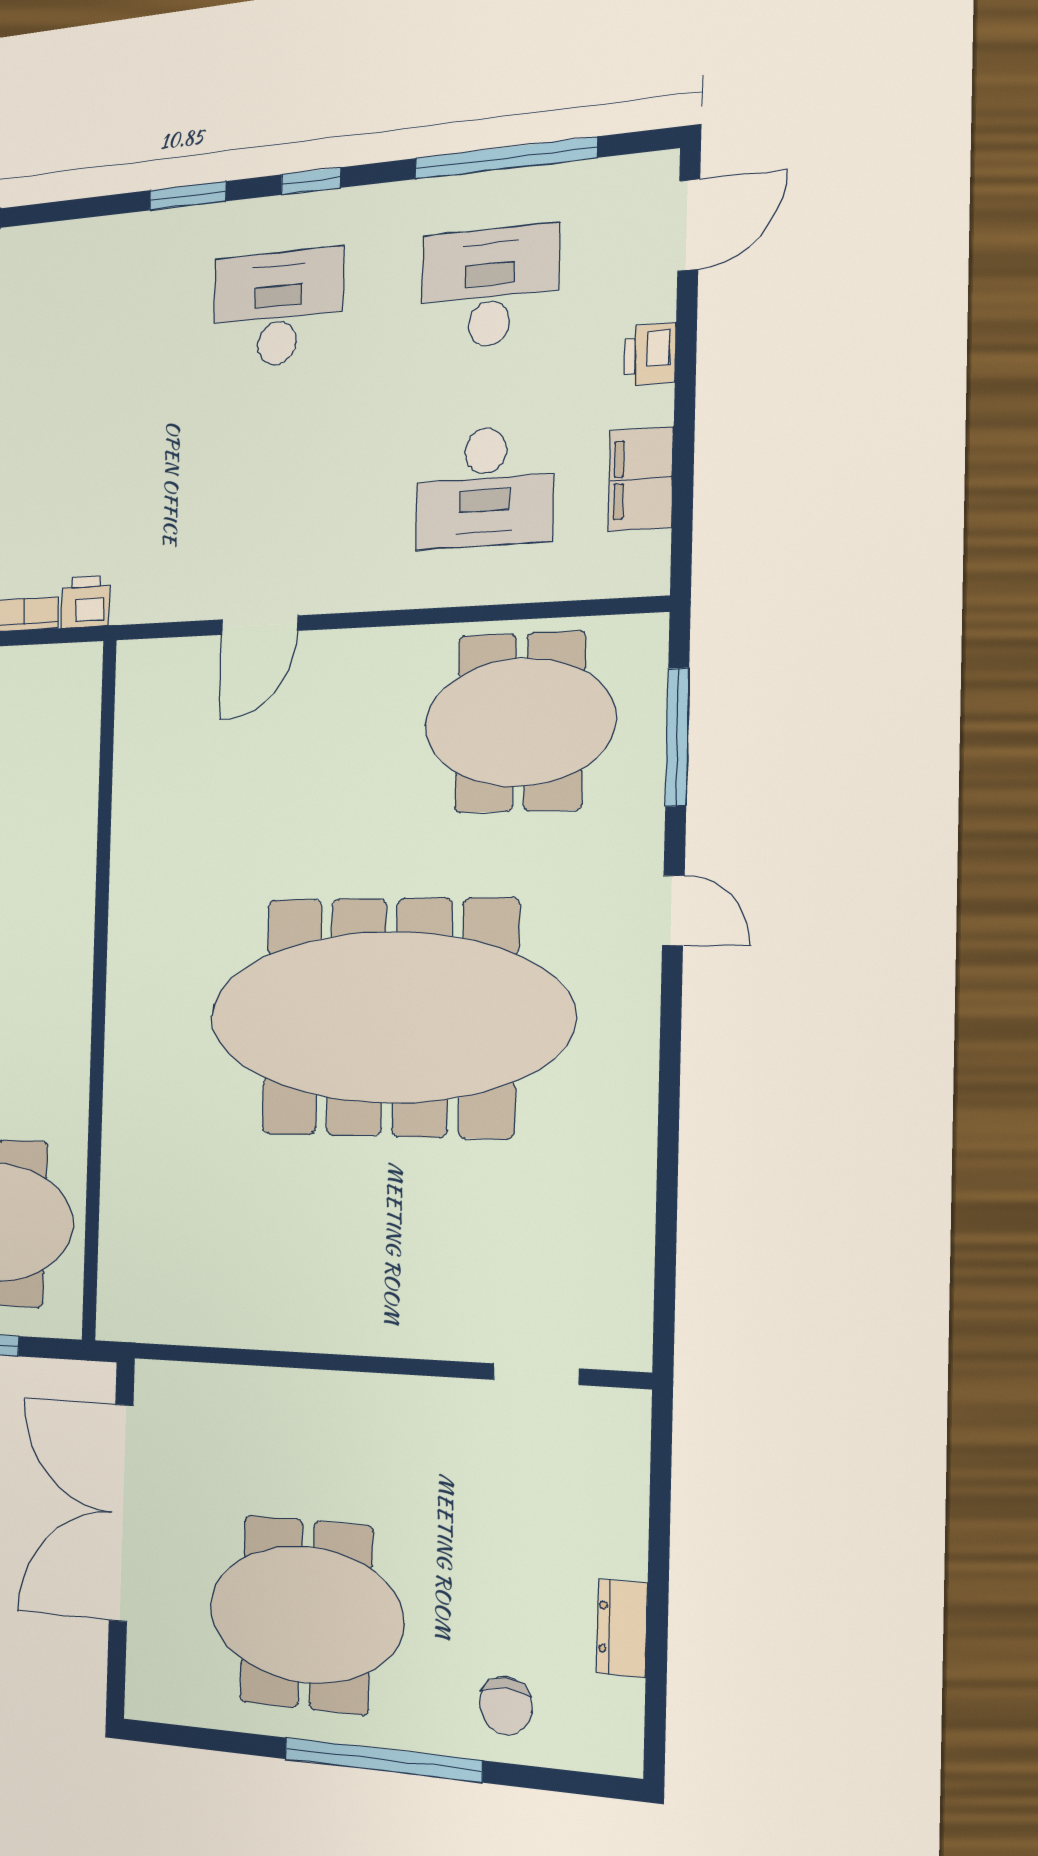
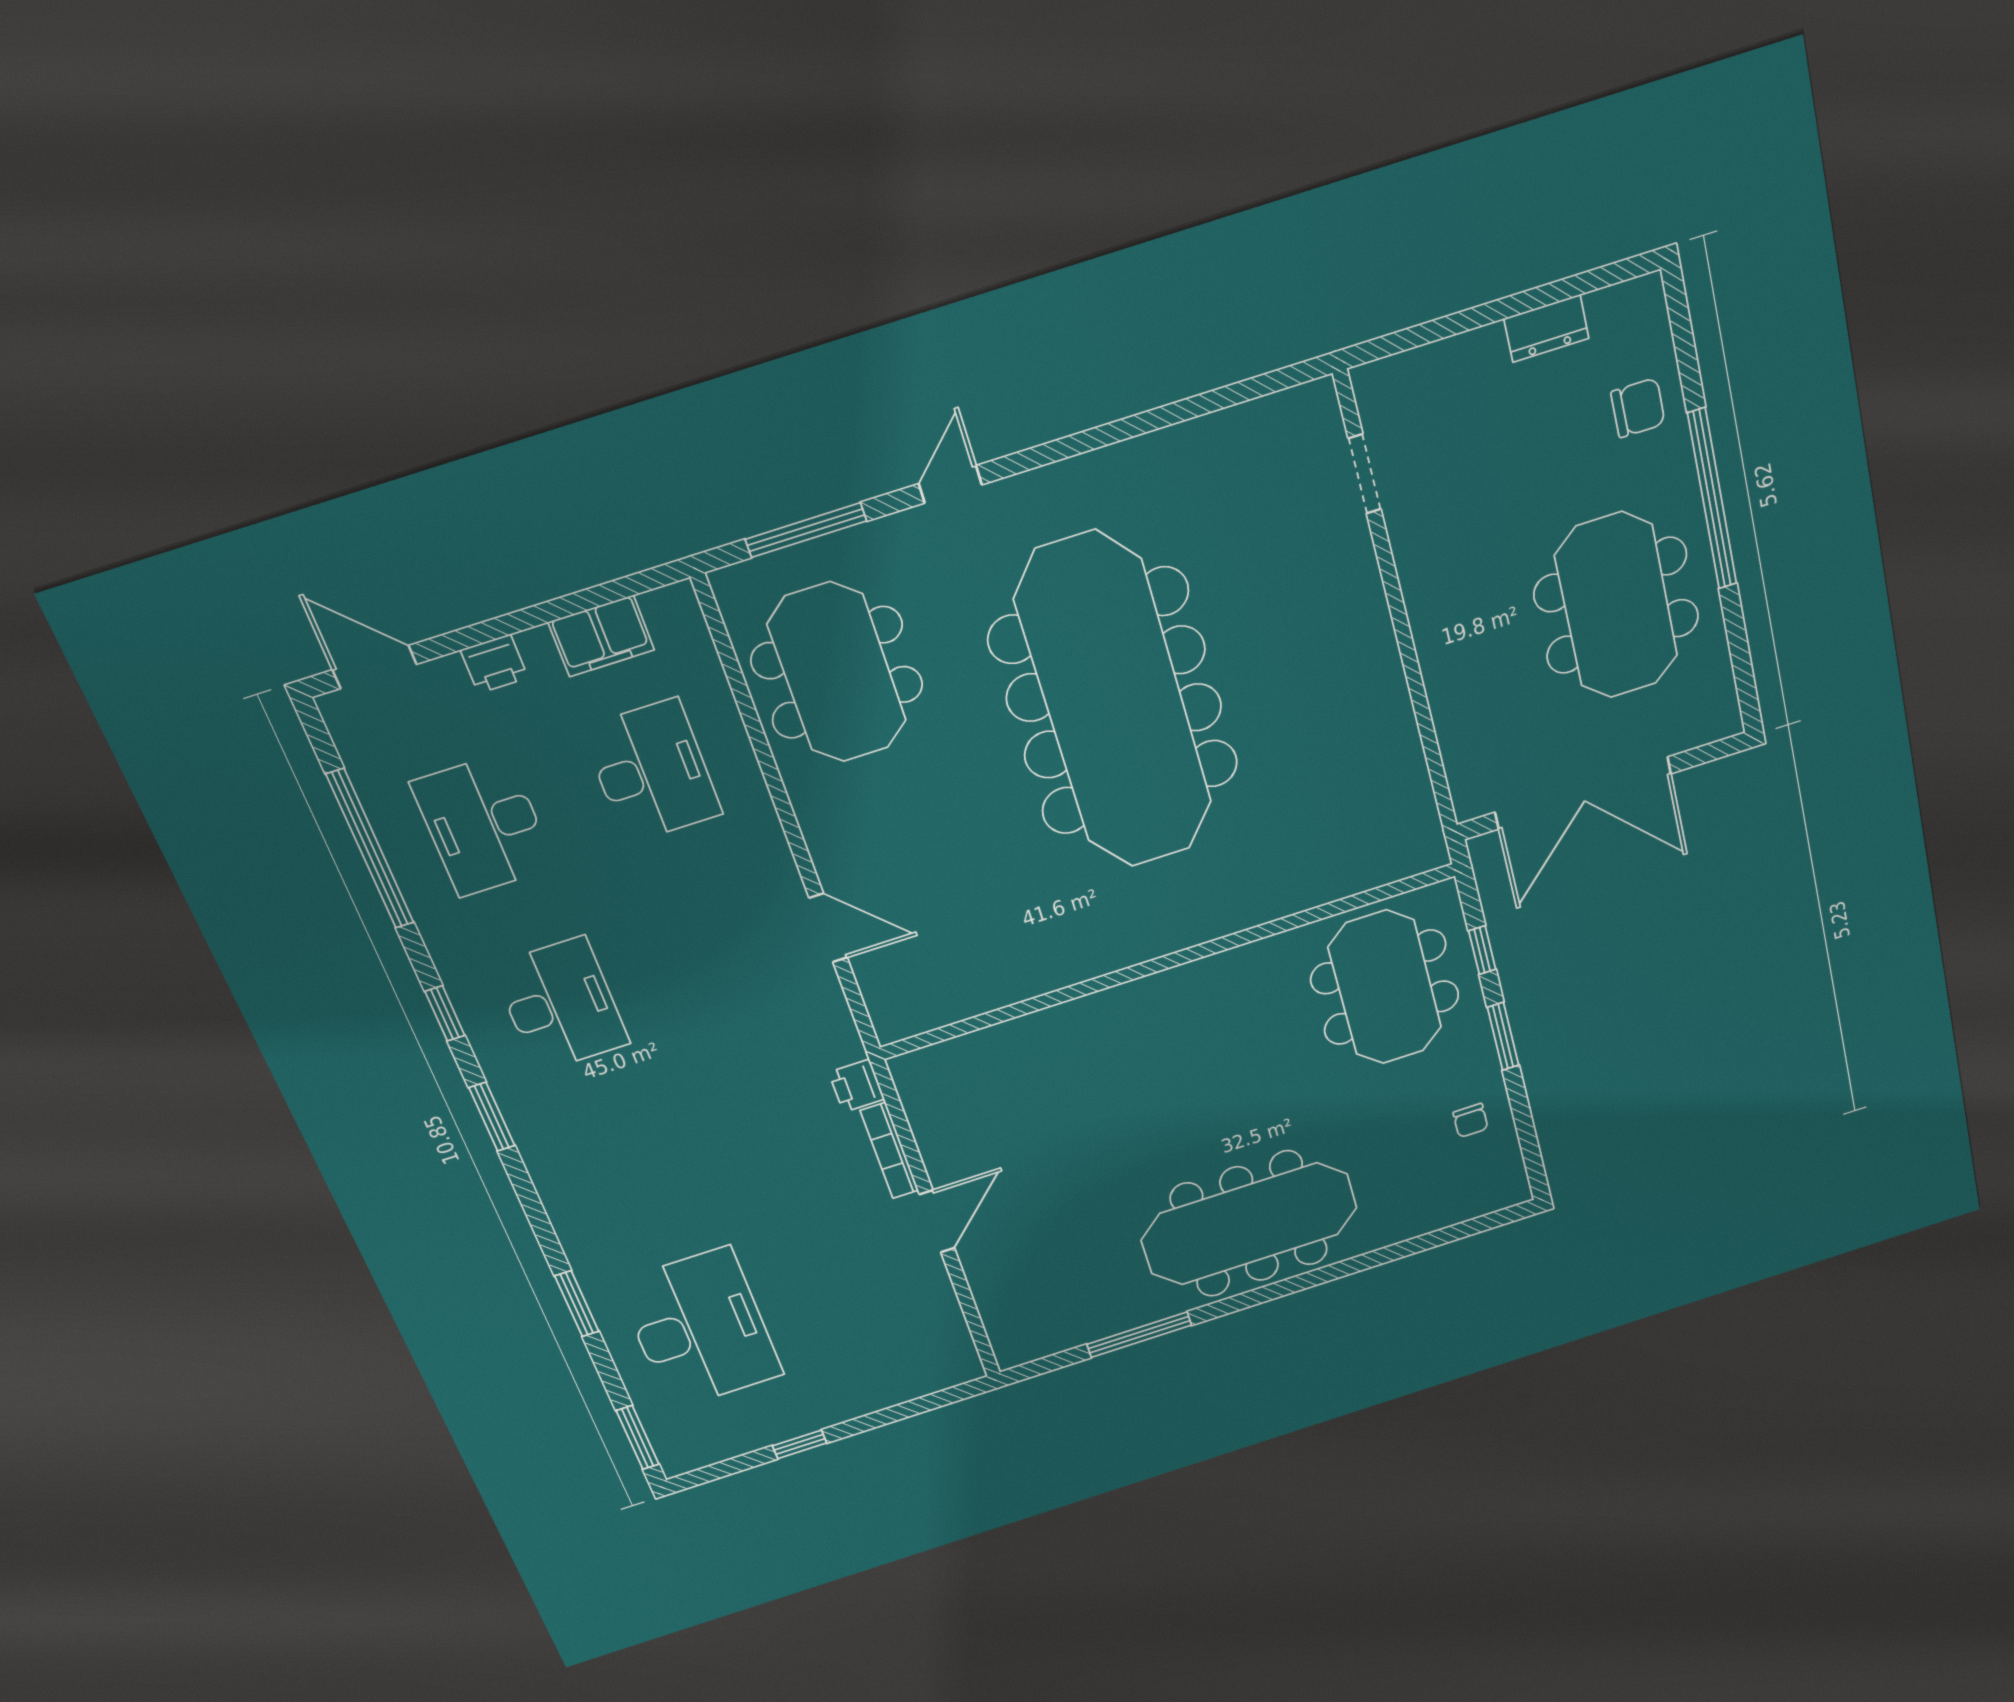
desk: (278, 309) -> (561, 1005), turned 180

